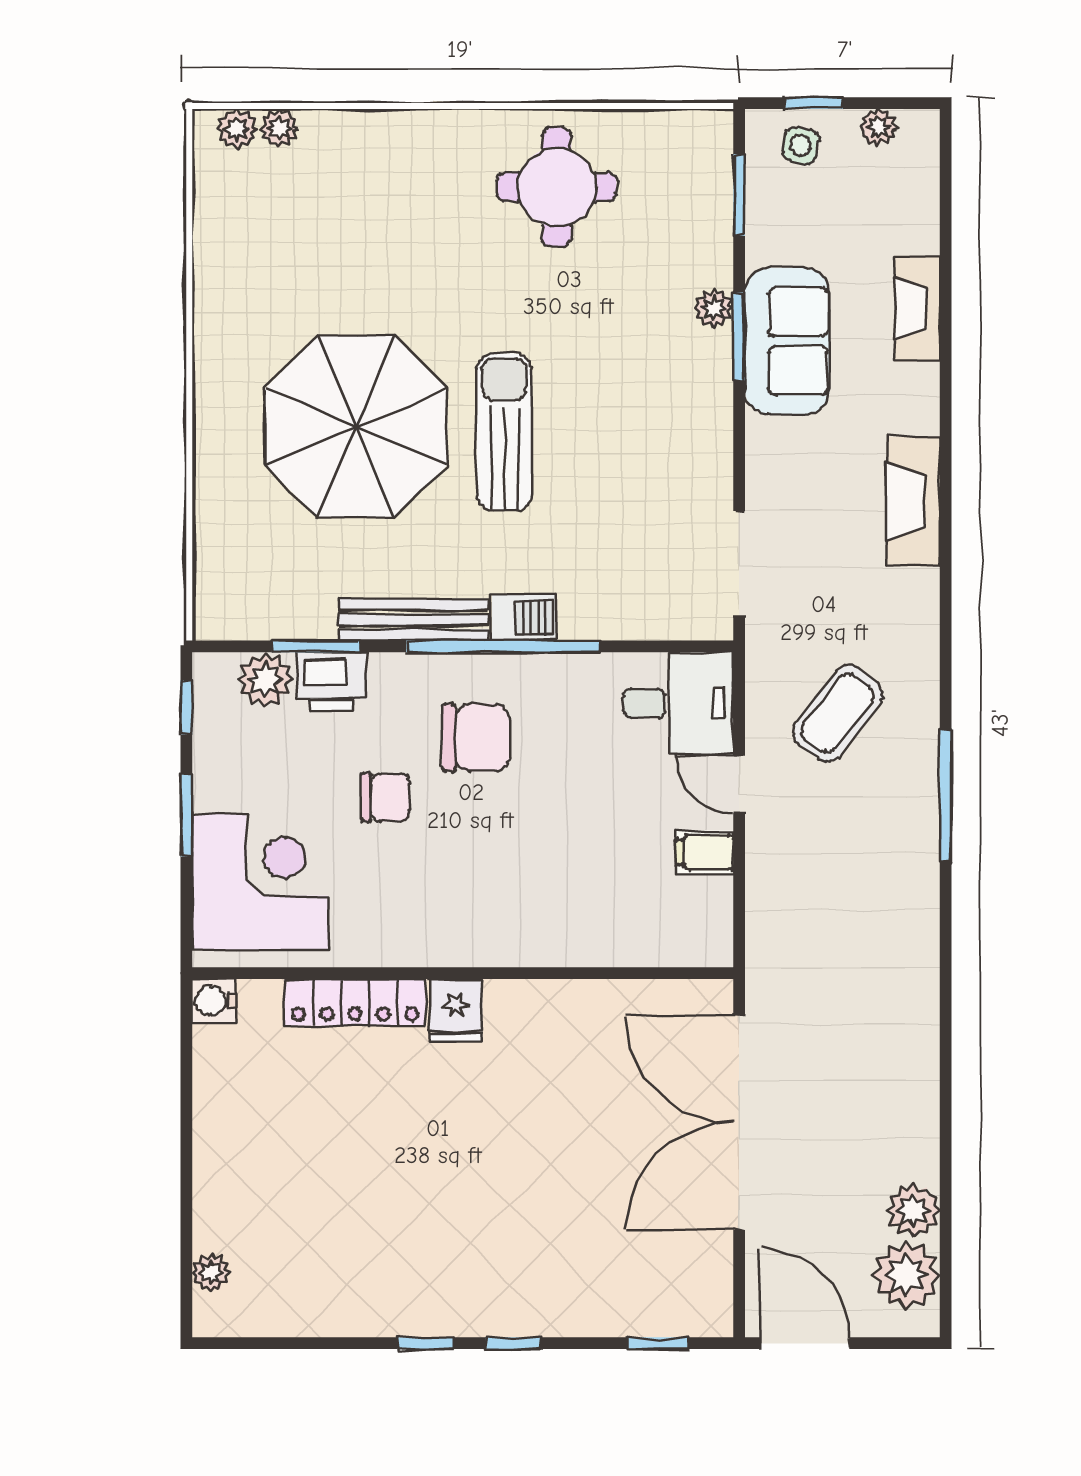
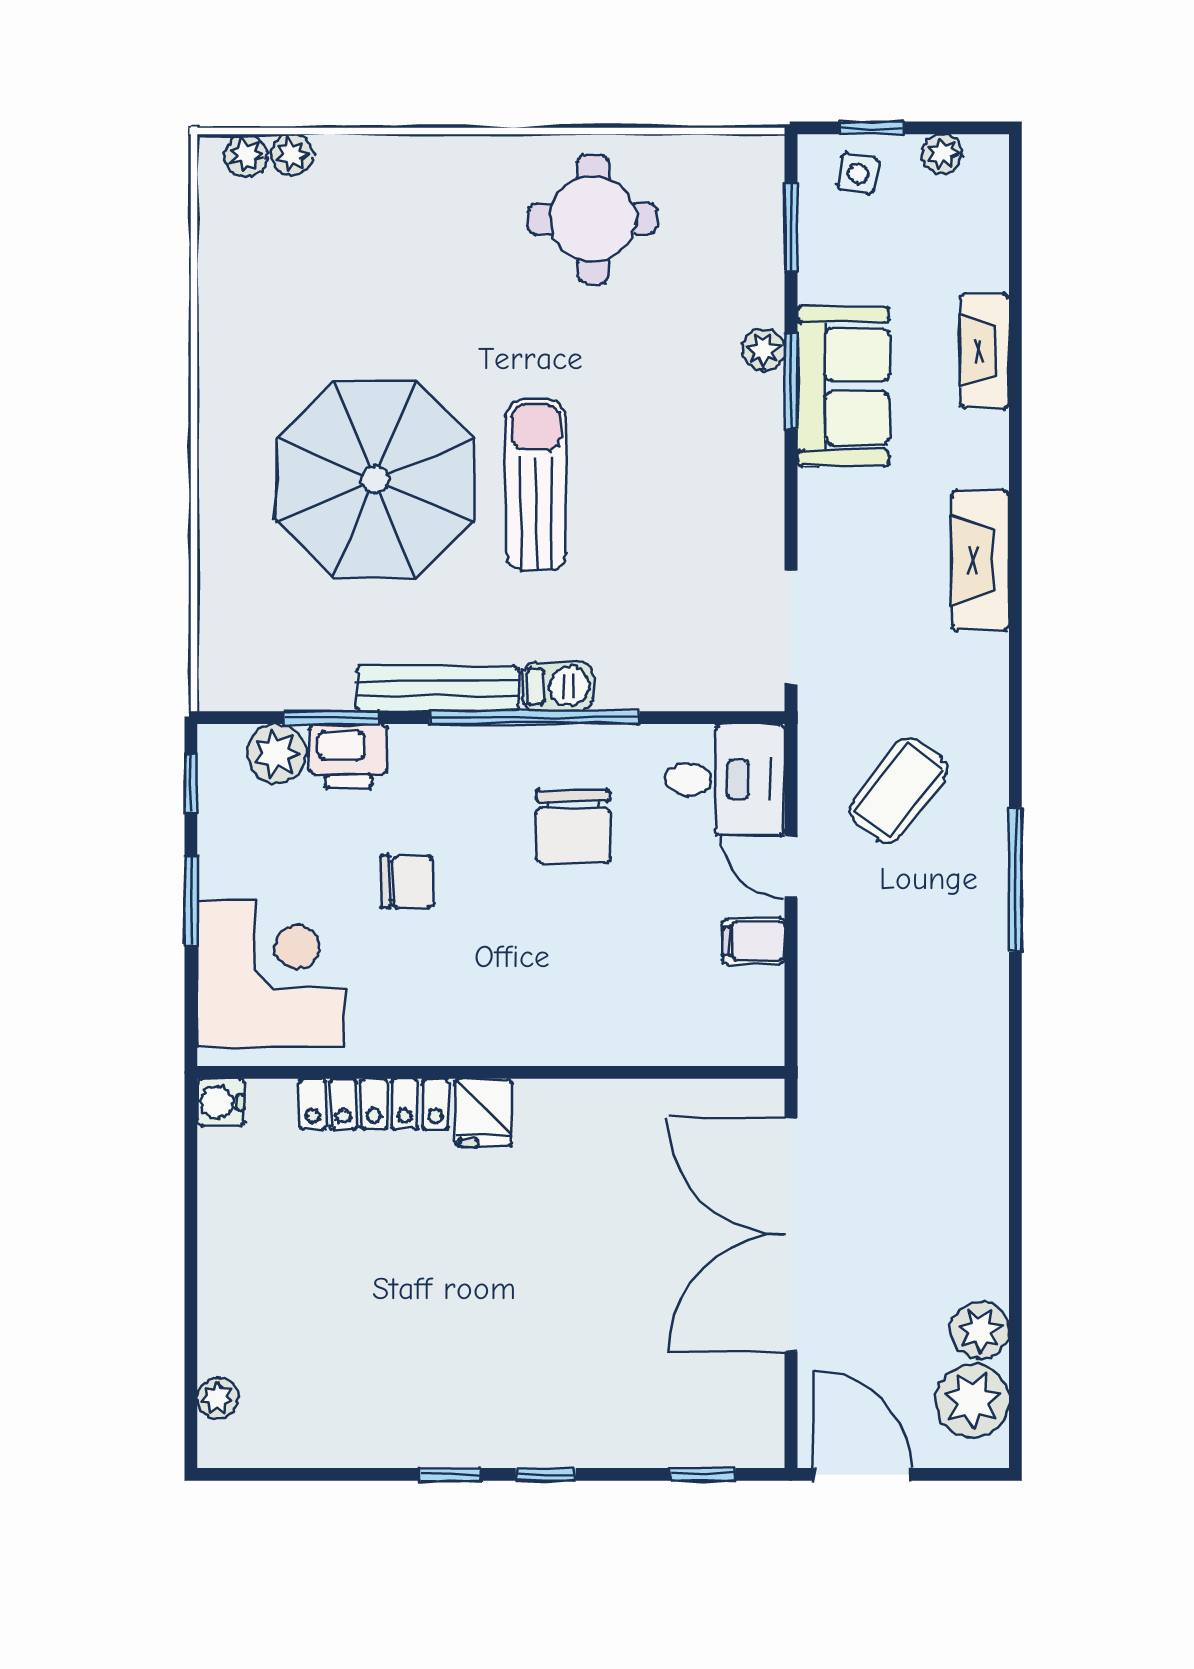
chair: (476, 738) -> (573, 827), moved, turned 90

